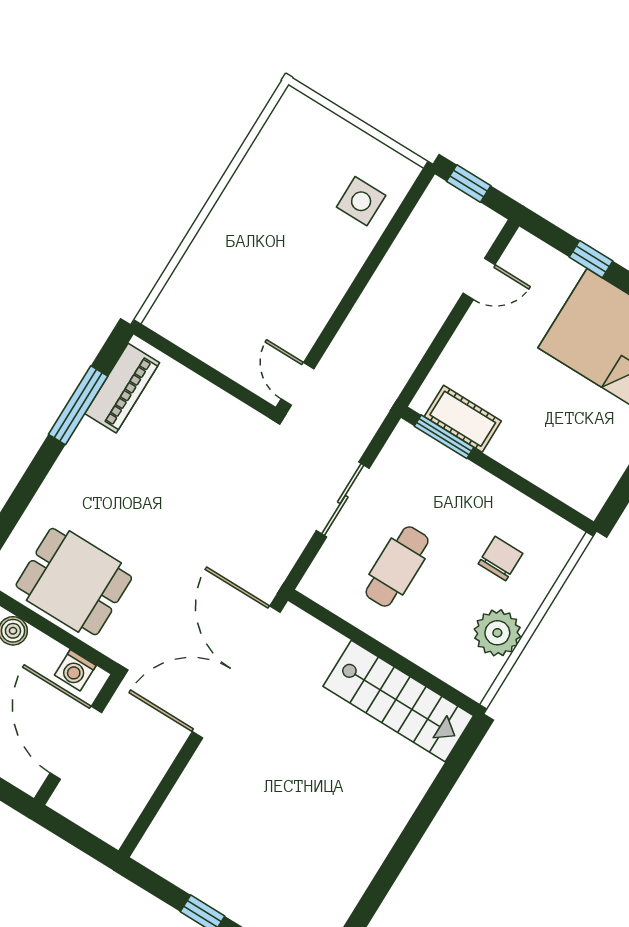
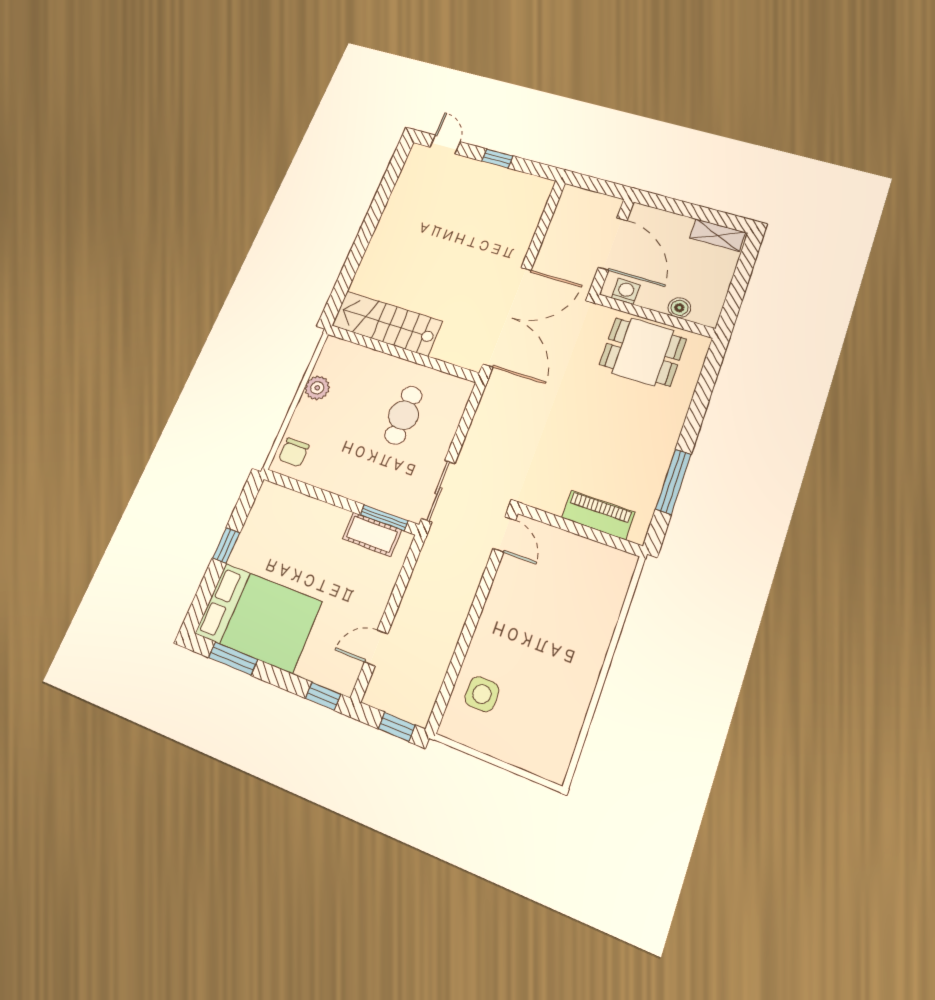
window: (591, 259) -> (323, 696), moved
piano: (122, 388) -> (598, 515), moved, turned 90
sliding door: (343, 499) -> (438, 491), moved
chair: (500, 559) -> (294, 452), moved
plant: (497, 633) -> (317, 388), width x0.73, depth x0.73

